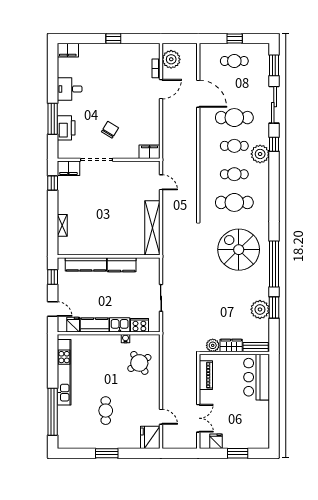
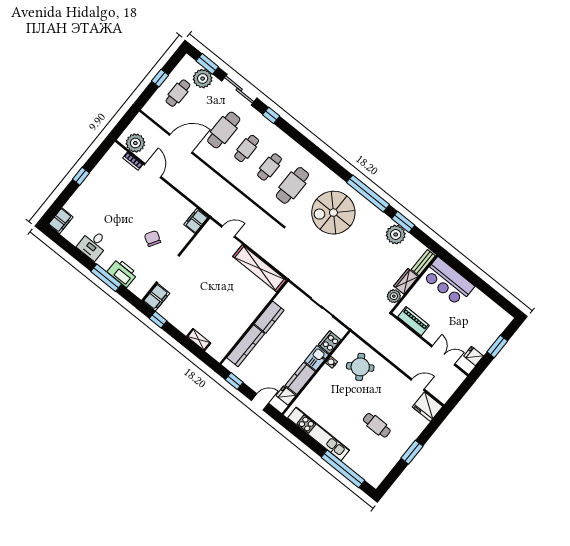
plant: (260, 154) -> (203, 79), moved

